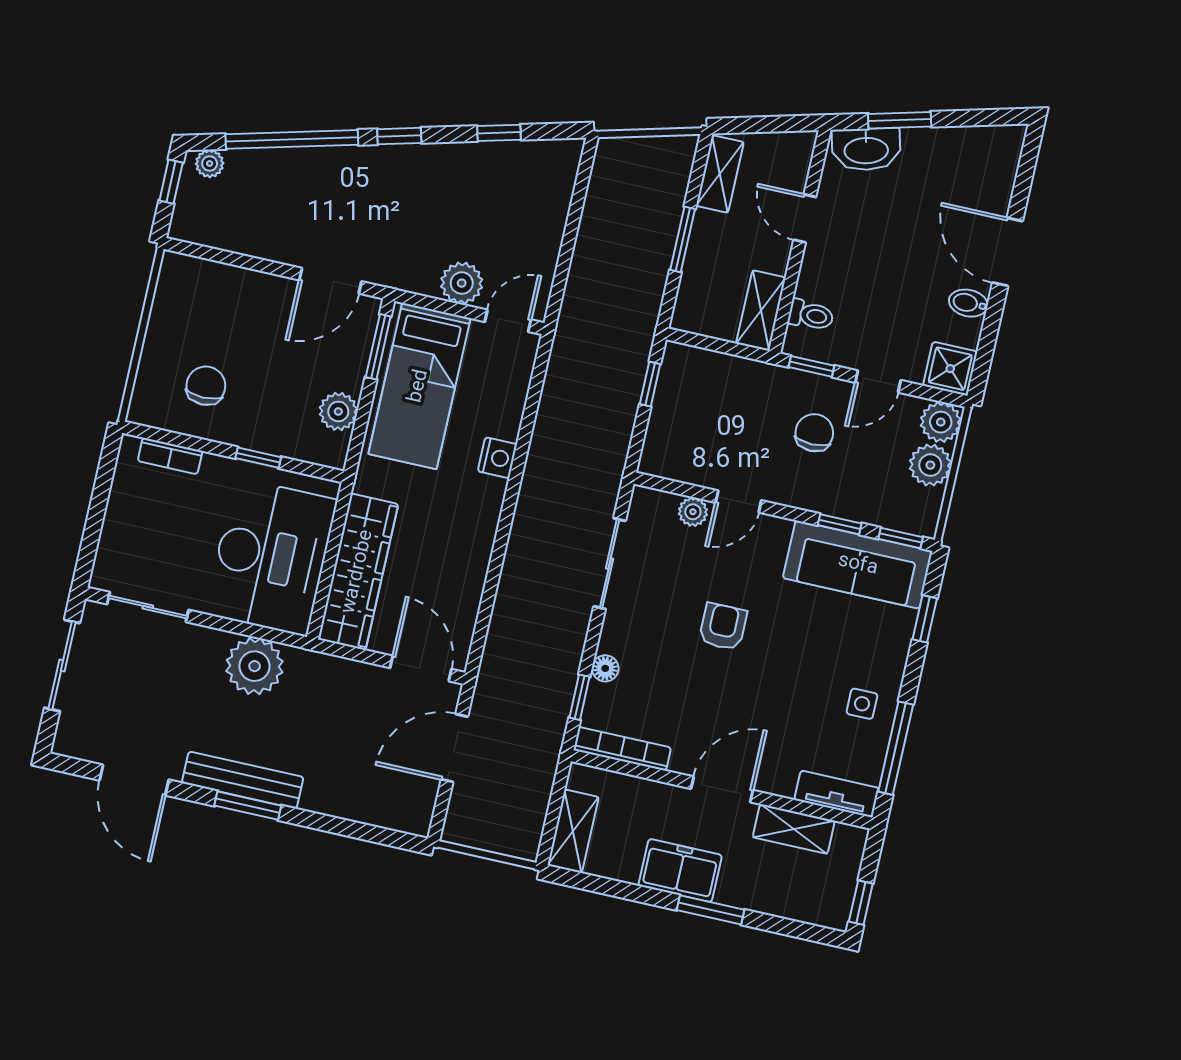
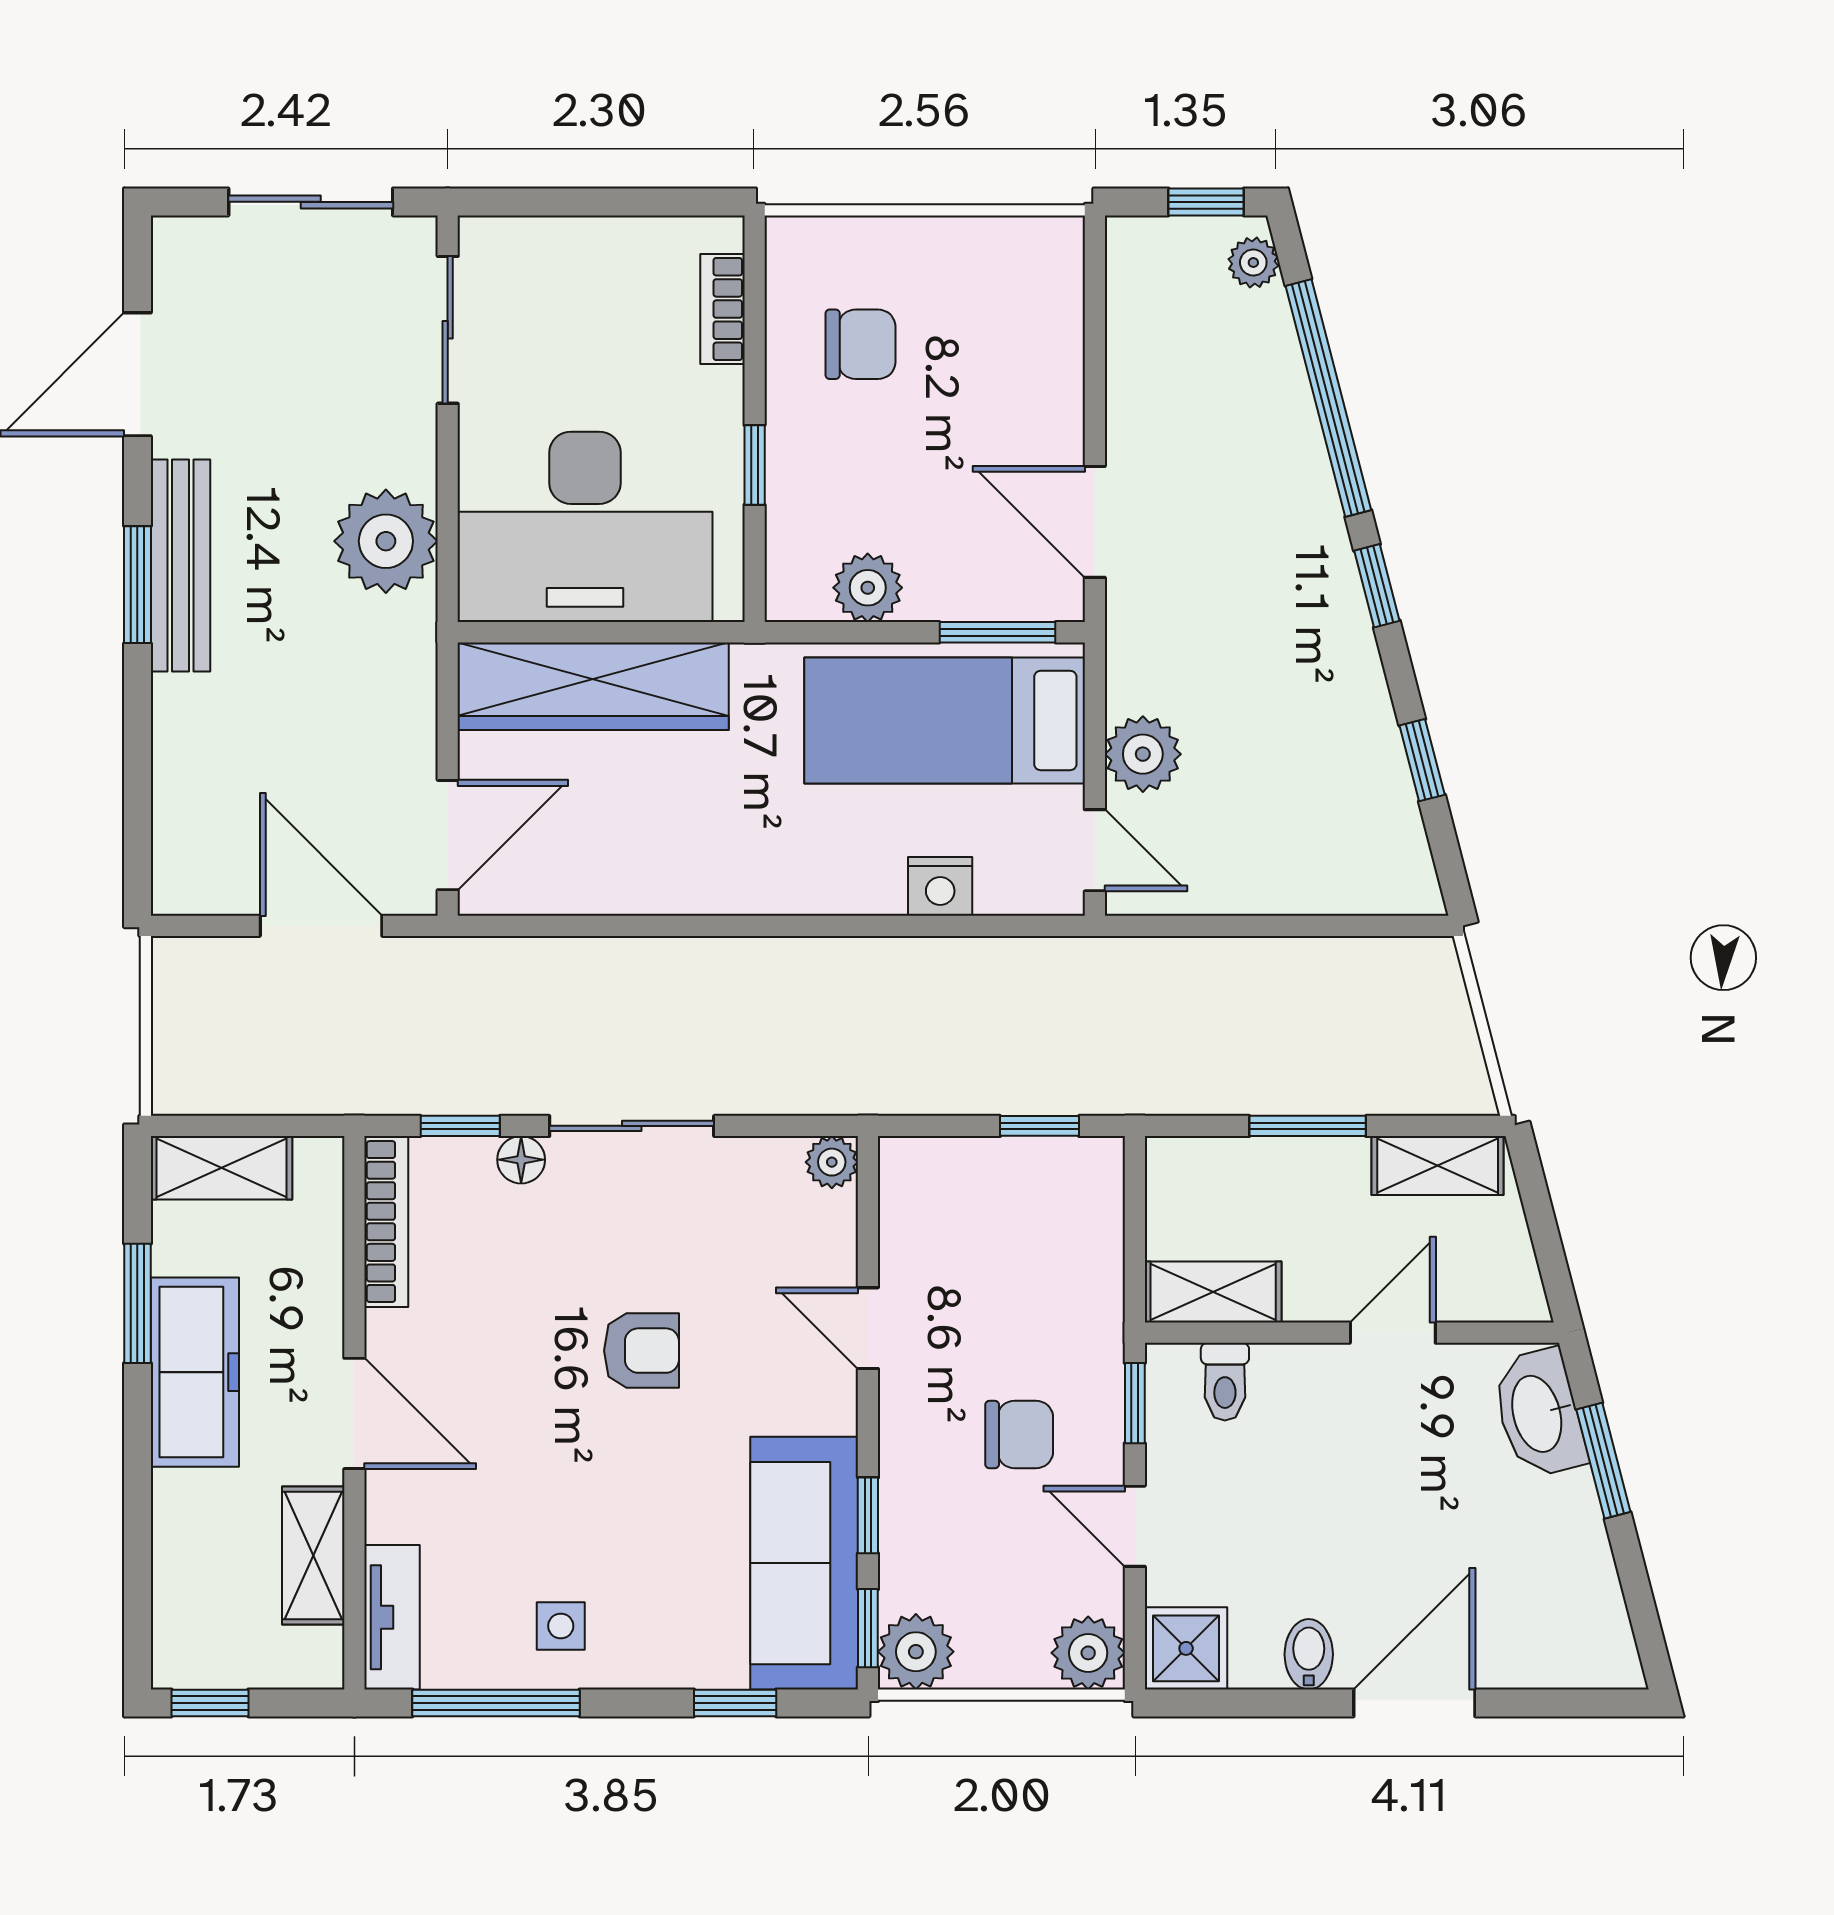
nightstand: (497, 458) -> (940, 886), moved
plant: (930, 465) -> (916, 1652), moved
plant: (693, 512) -> (832, 1162), moved
sliding door: (610, 564) -> (632, 1126), moved
freezer: (680, 871) -> (195, 1372), width x1.40
window: (710, 910) -> (137, 1303), moved

